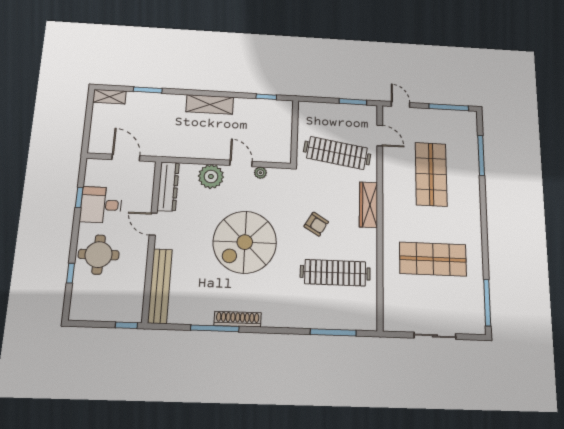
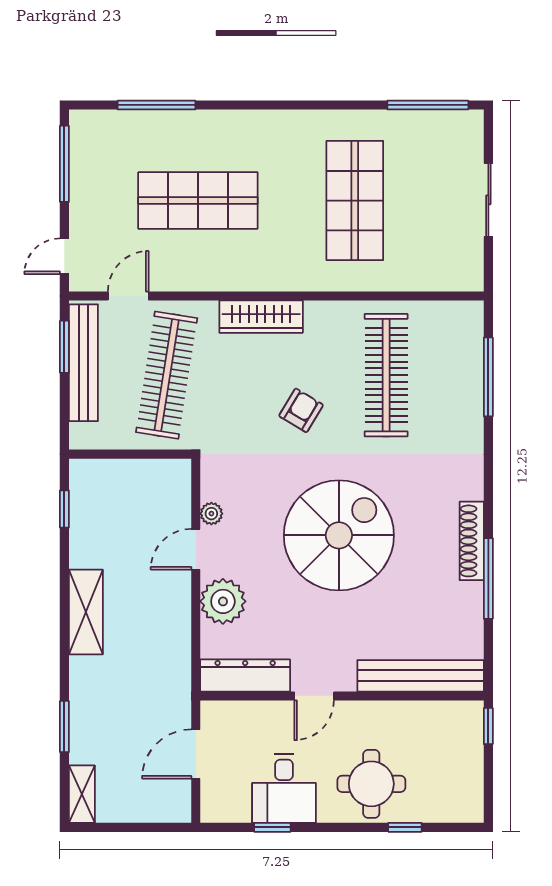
bench: (344, 111) -> (83, 363), added
spiral stairs: (245, 242) -> (339, 535), turned -90

